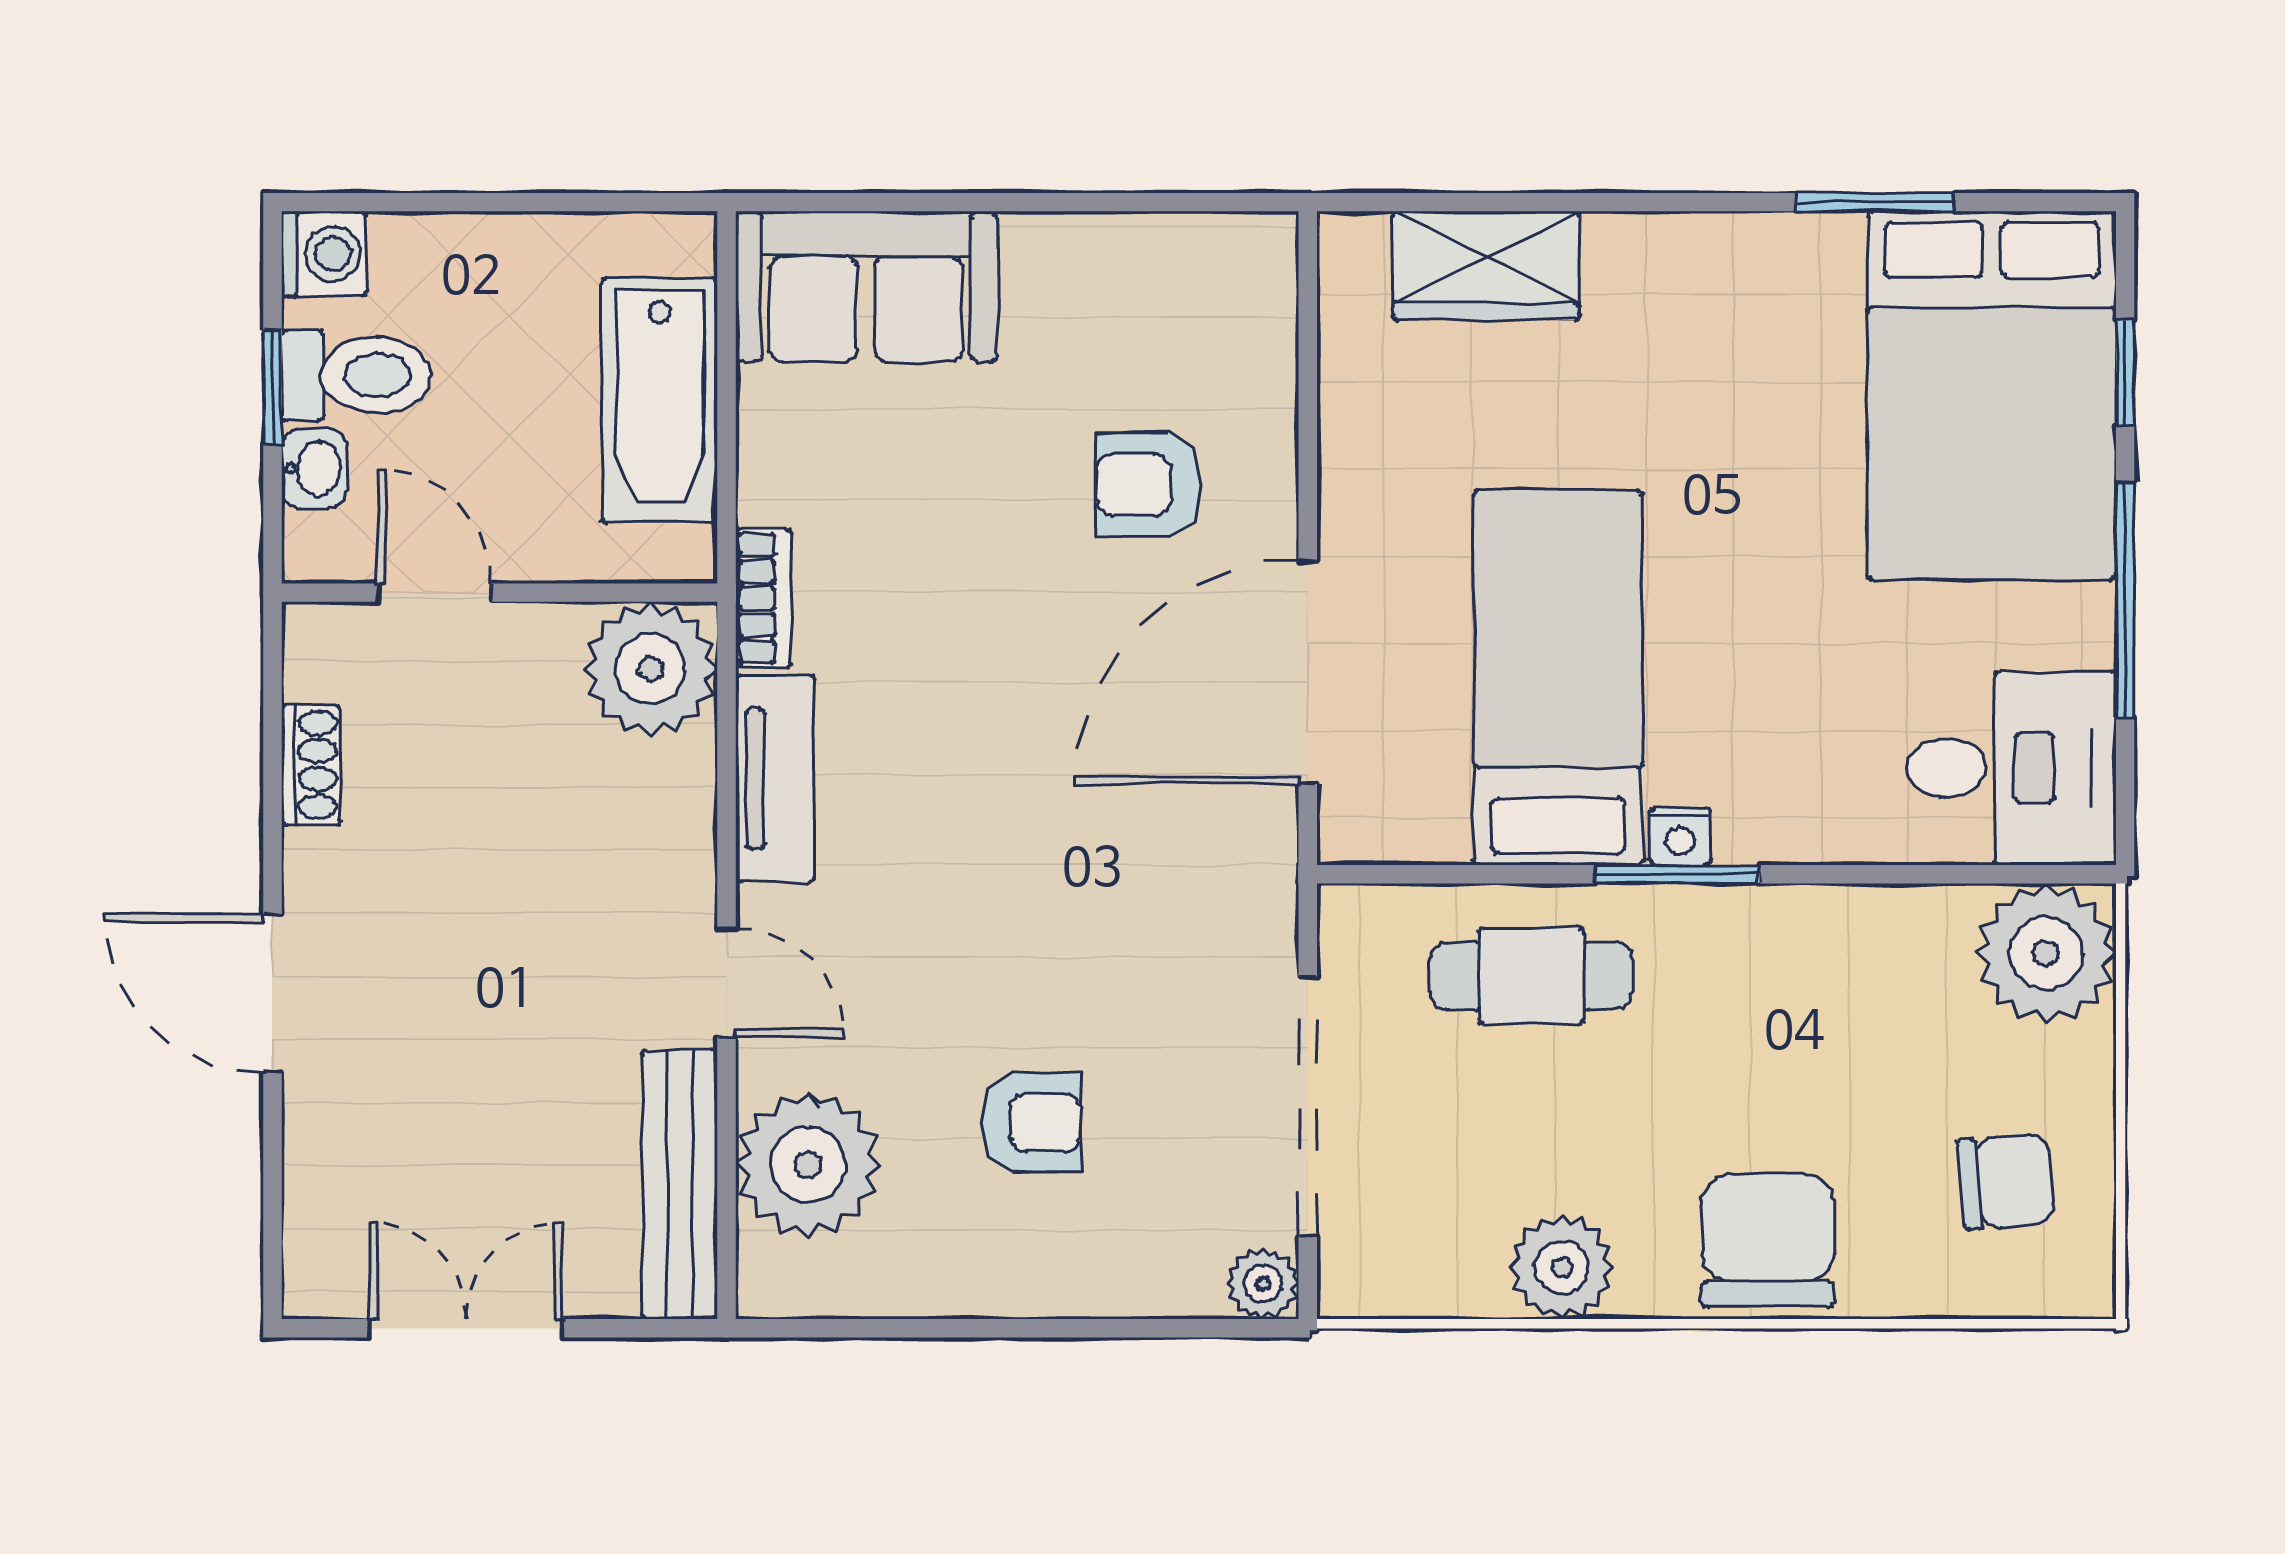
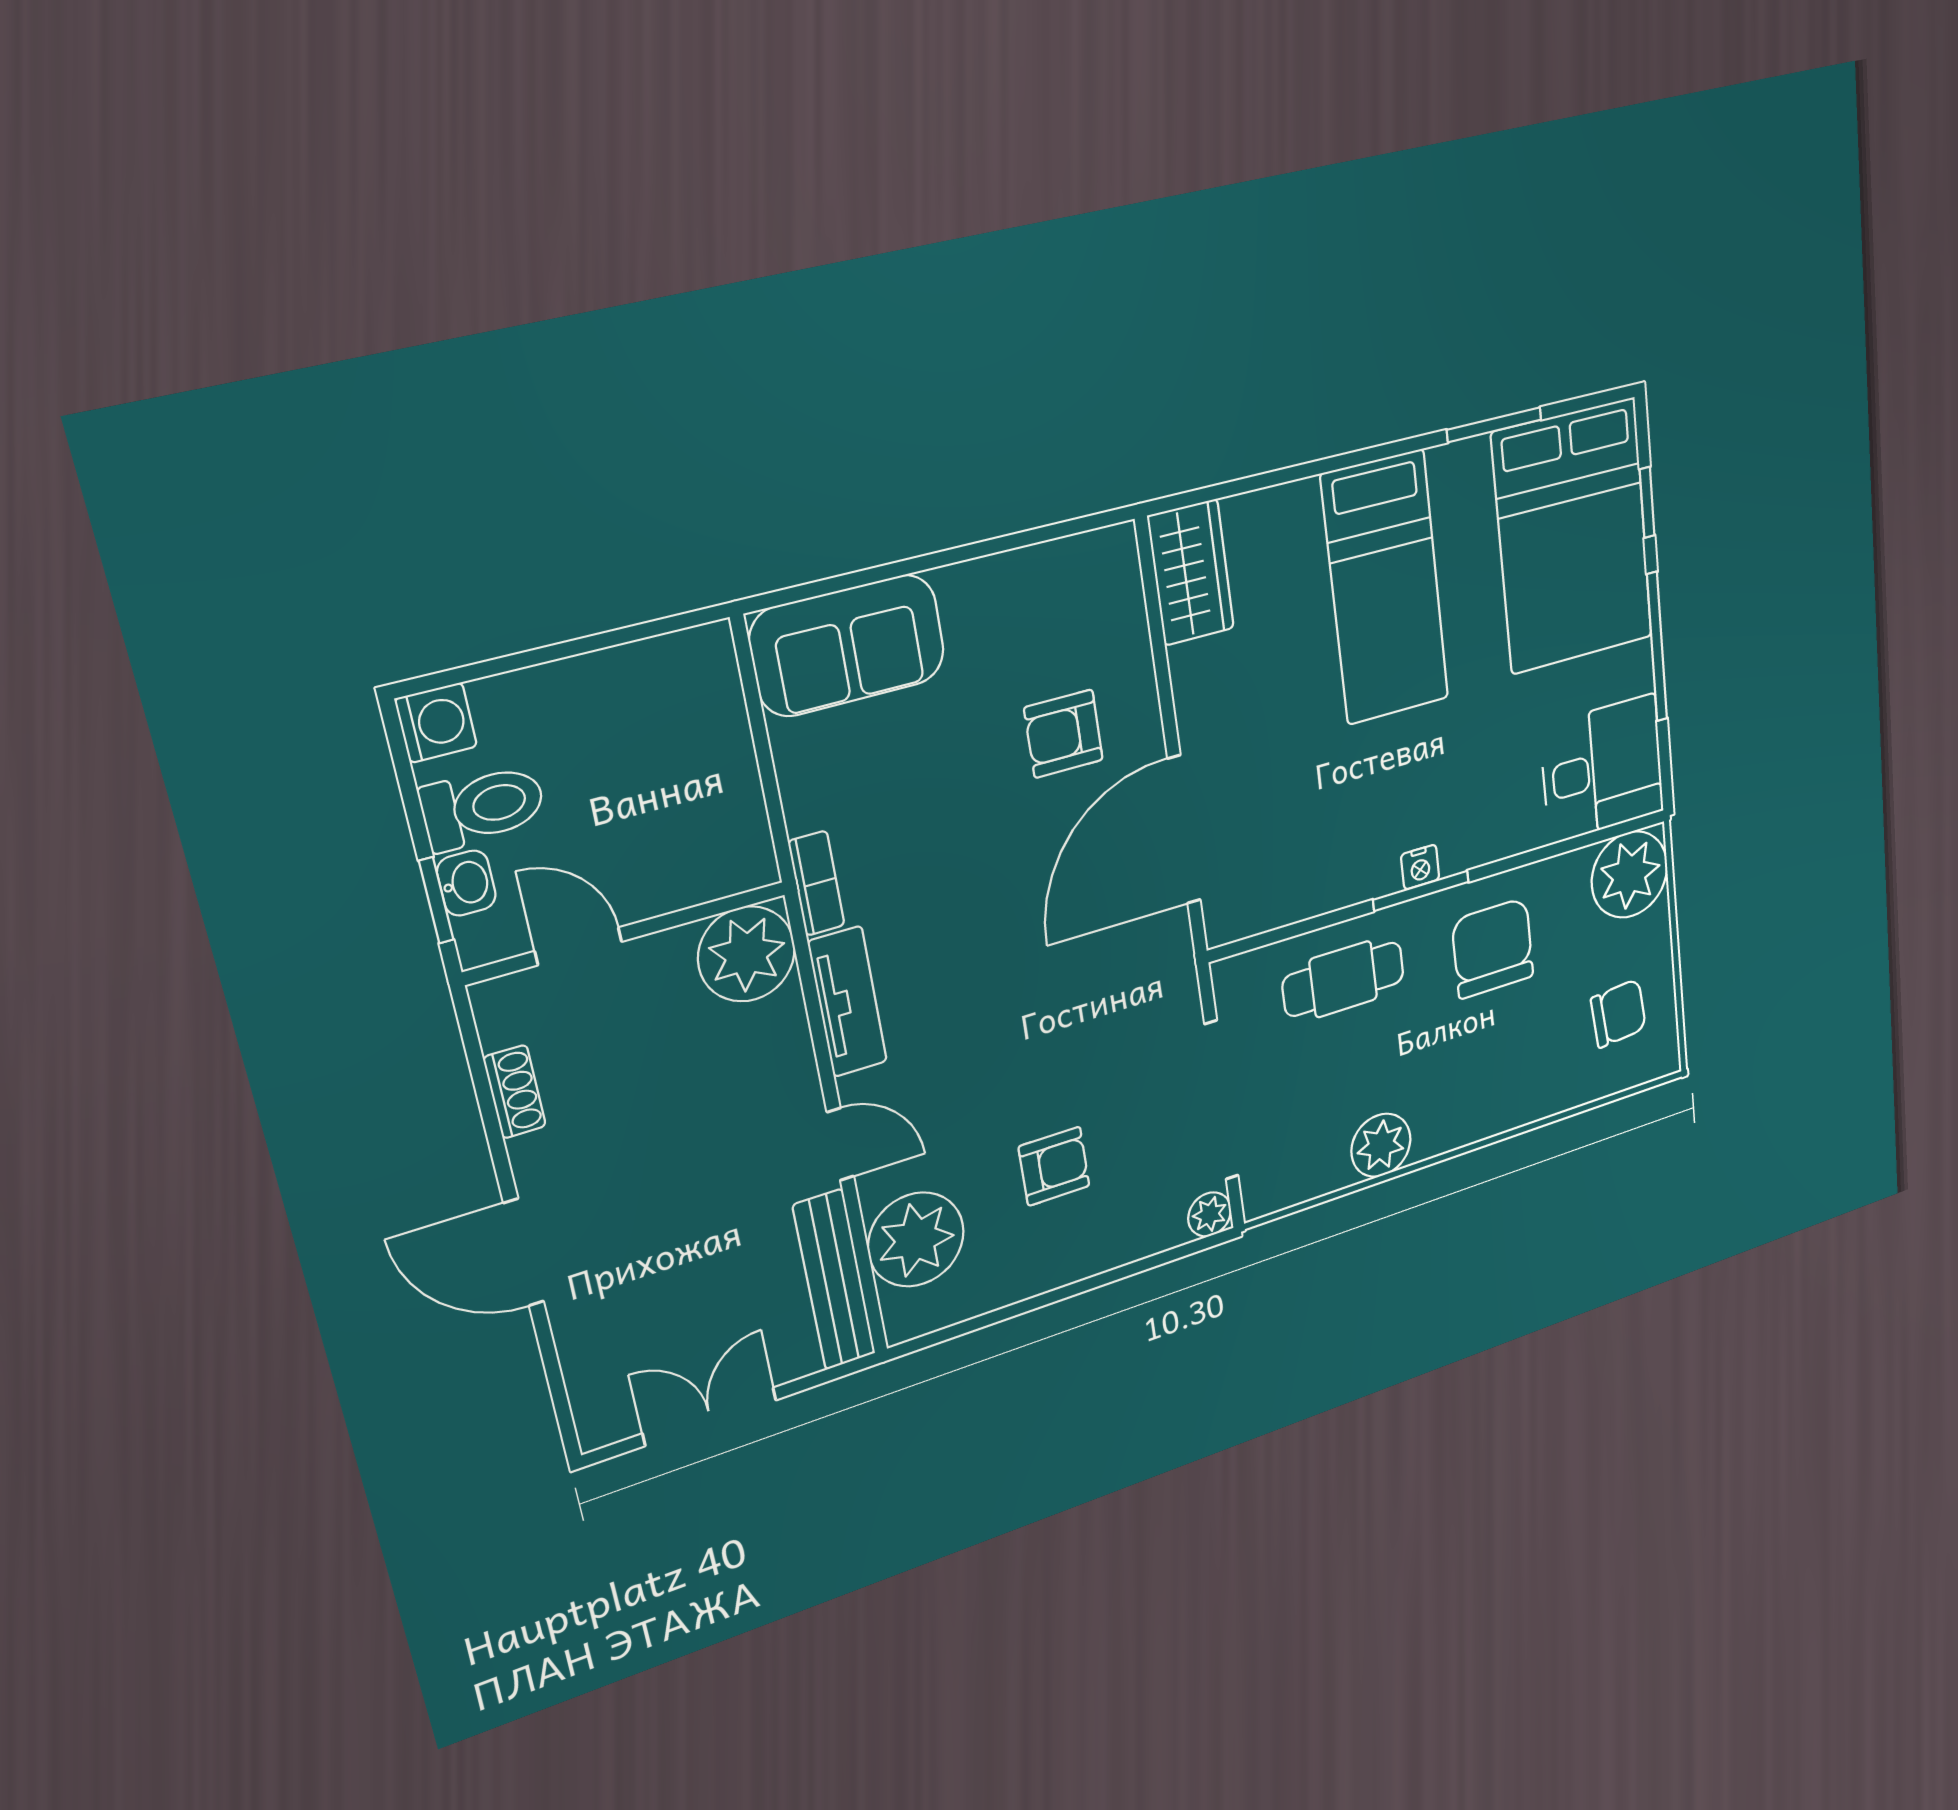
wardrobe: (1486, 265) -> (1191, 572), moved, turned -90
window: (272, 387) -> (436, 900), moved
bathtub: (660, 401) -> (715, 765), removed
bed: (1558, 678) -> (1385, 588), moved, turned 180
chair: (1768, 1240) -> (1493, 948), moved

